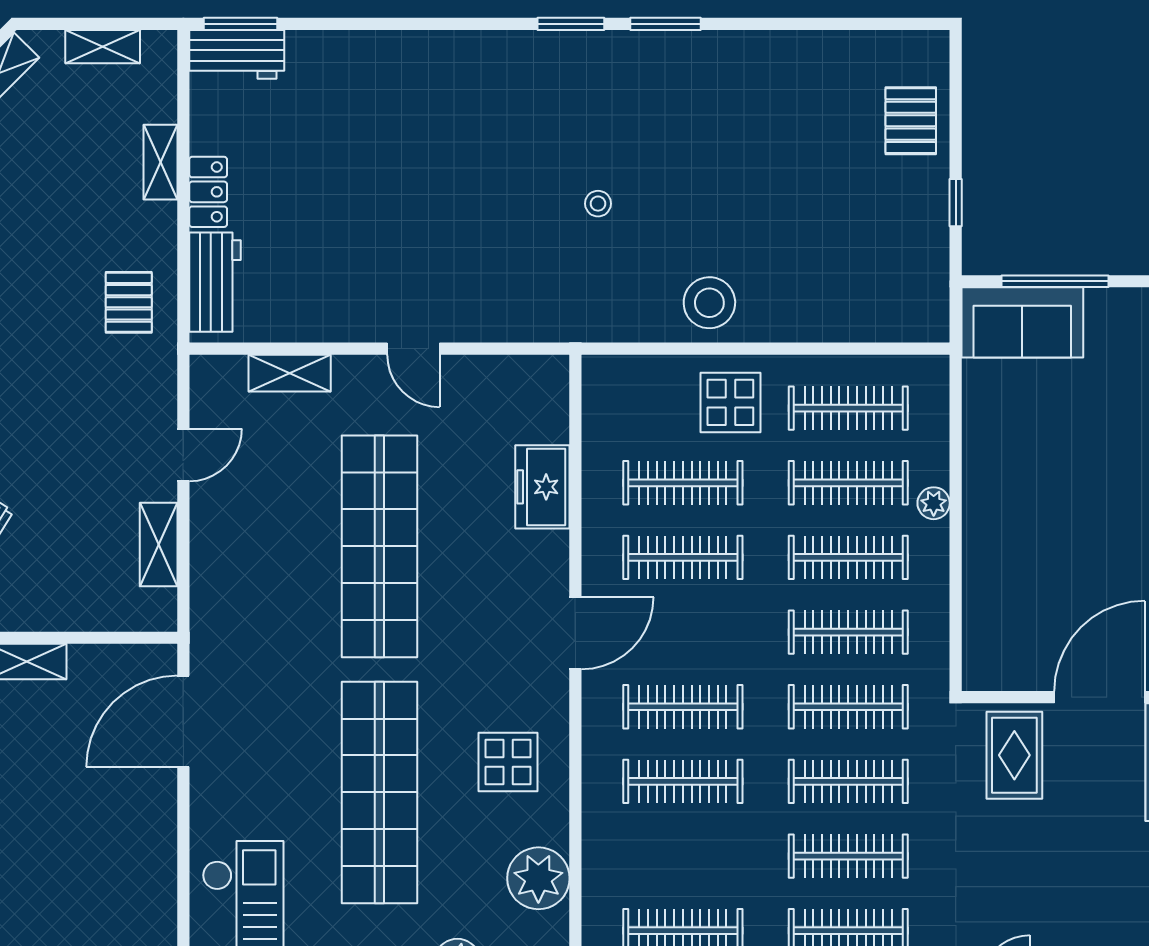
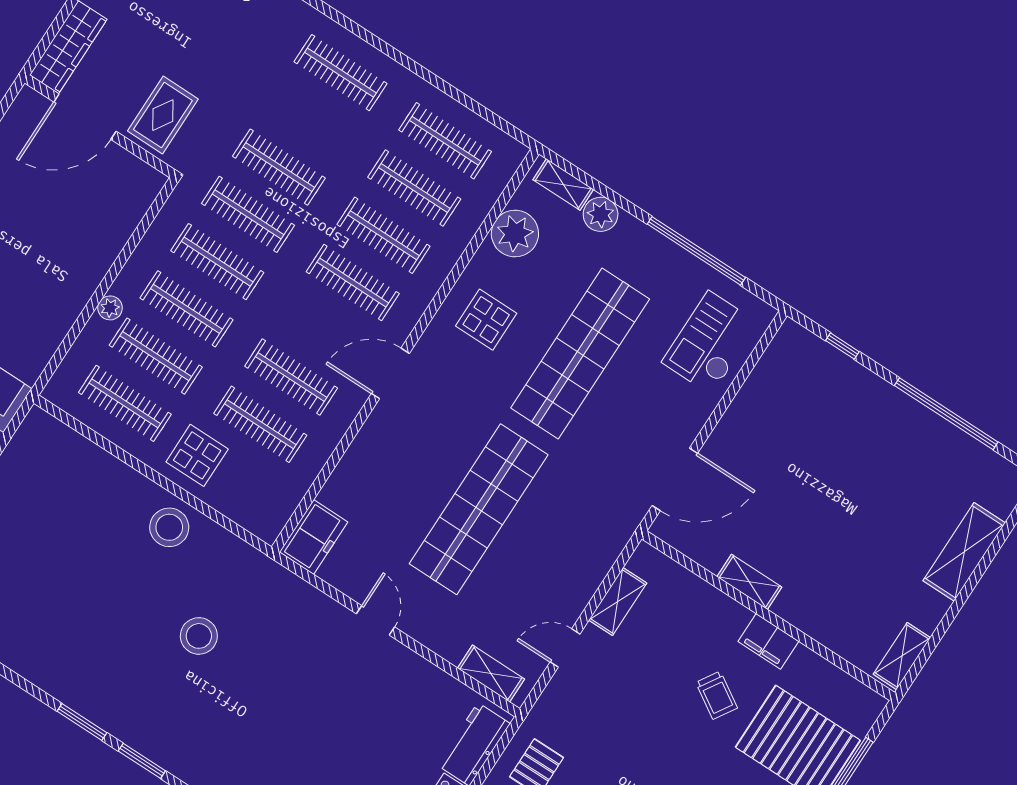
stool: (598, 204) -> (199, 636), width x1.89, depth x1.89
shelving: (290, 373) -> (491, 674), moved
freezer: (542, 487) -> (314, 537), moved
clothes rail: (848, 856) -> (414, 188), moved

